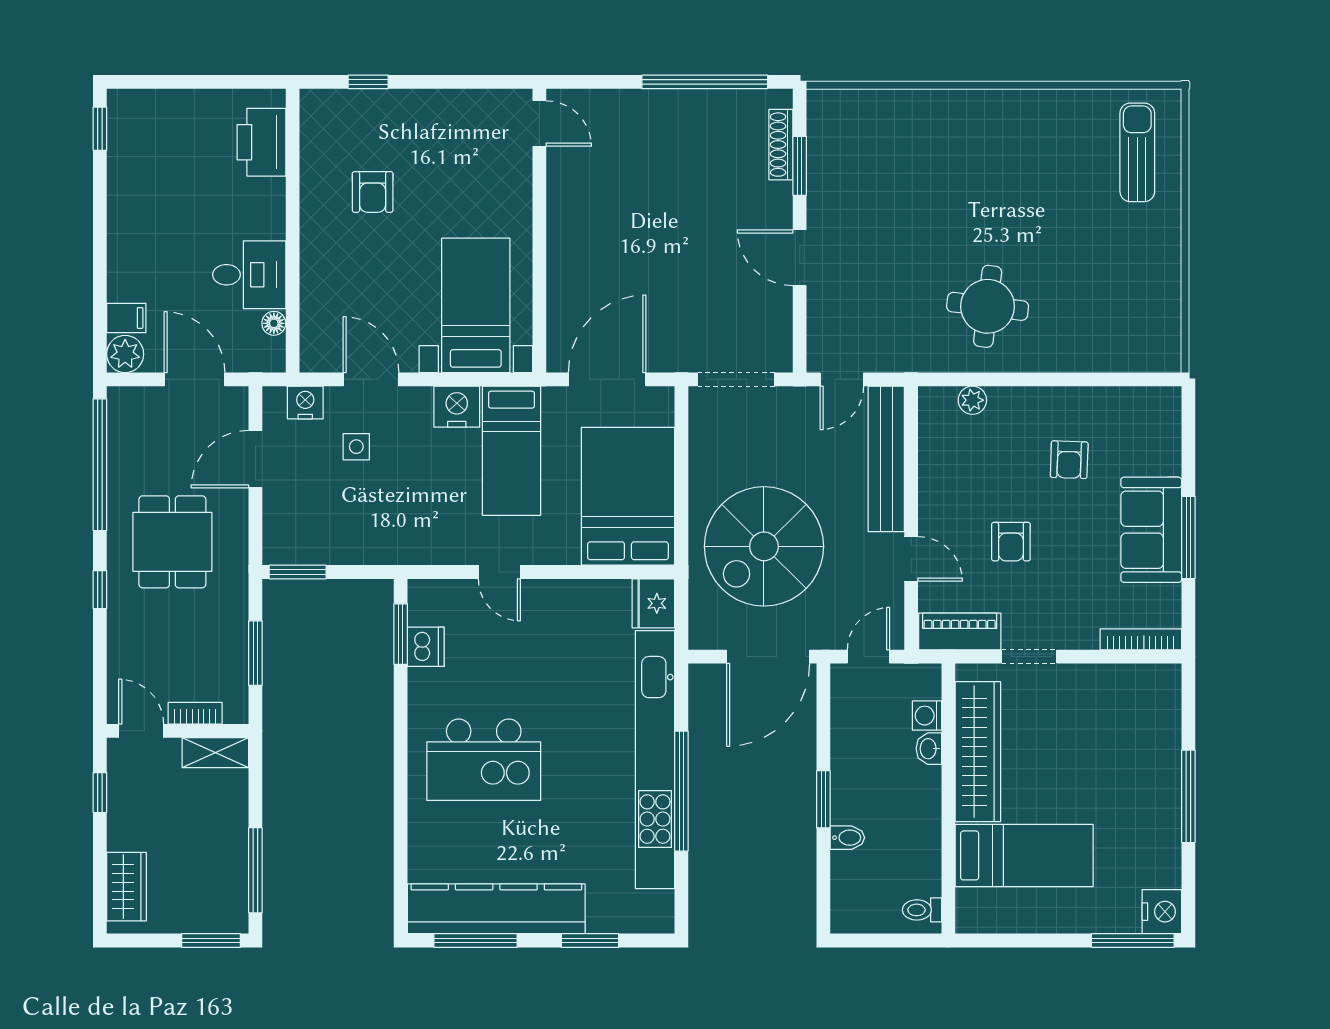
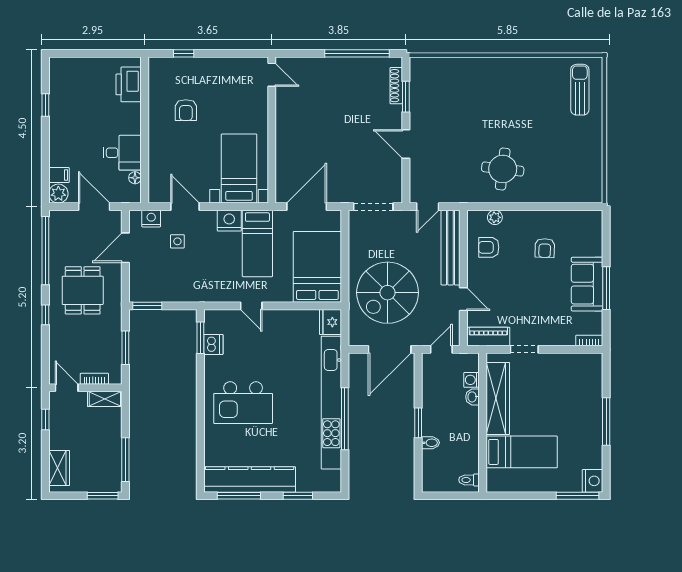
window: (100, 129) -> (45, 105), moved
armchair: (1011, 542) -> (489, 247), moved, turned 90
bookcase: (1141, 639) -> (589, 341), width x0.64

